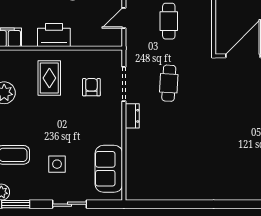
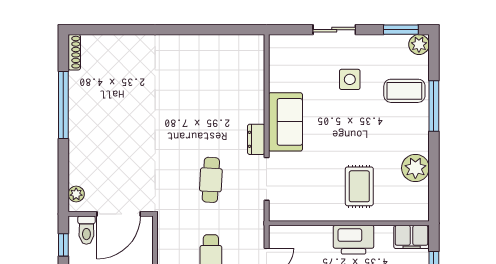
armchair: (91, 87) -> (307, 175), removed
sofa: (109, 169) -> (285, 122), moved

